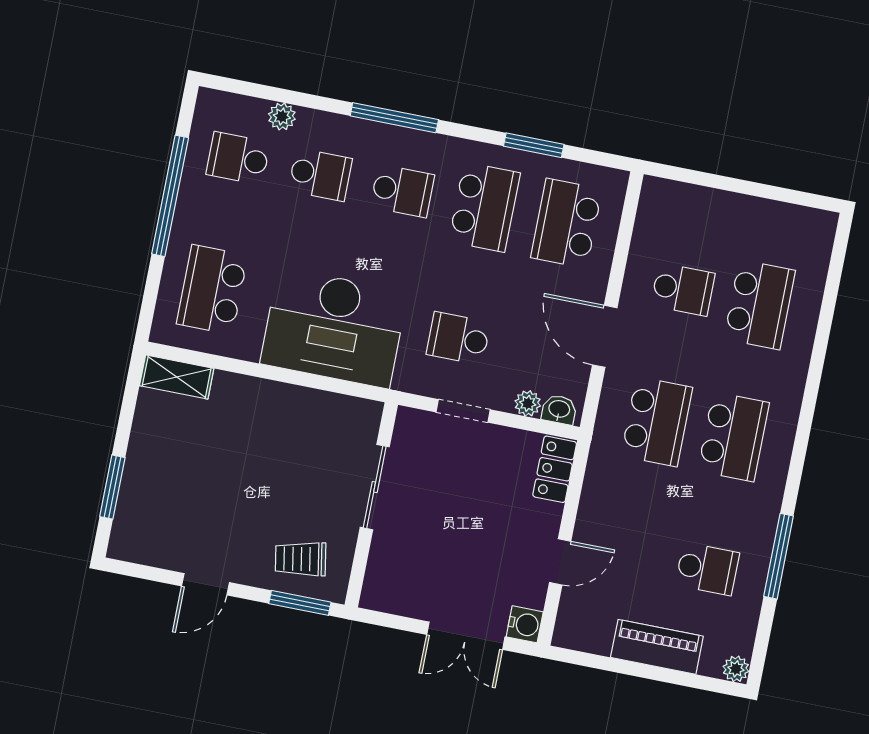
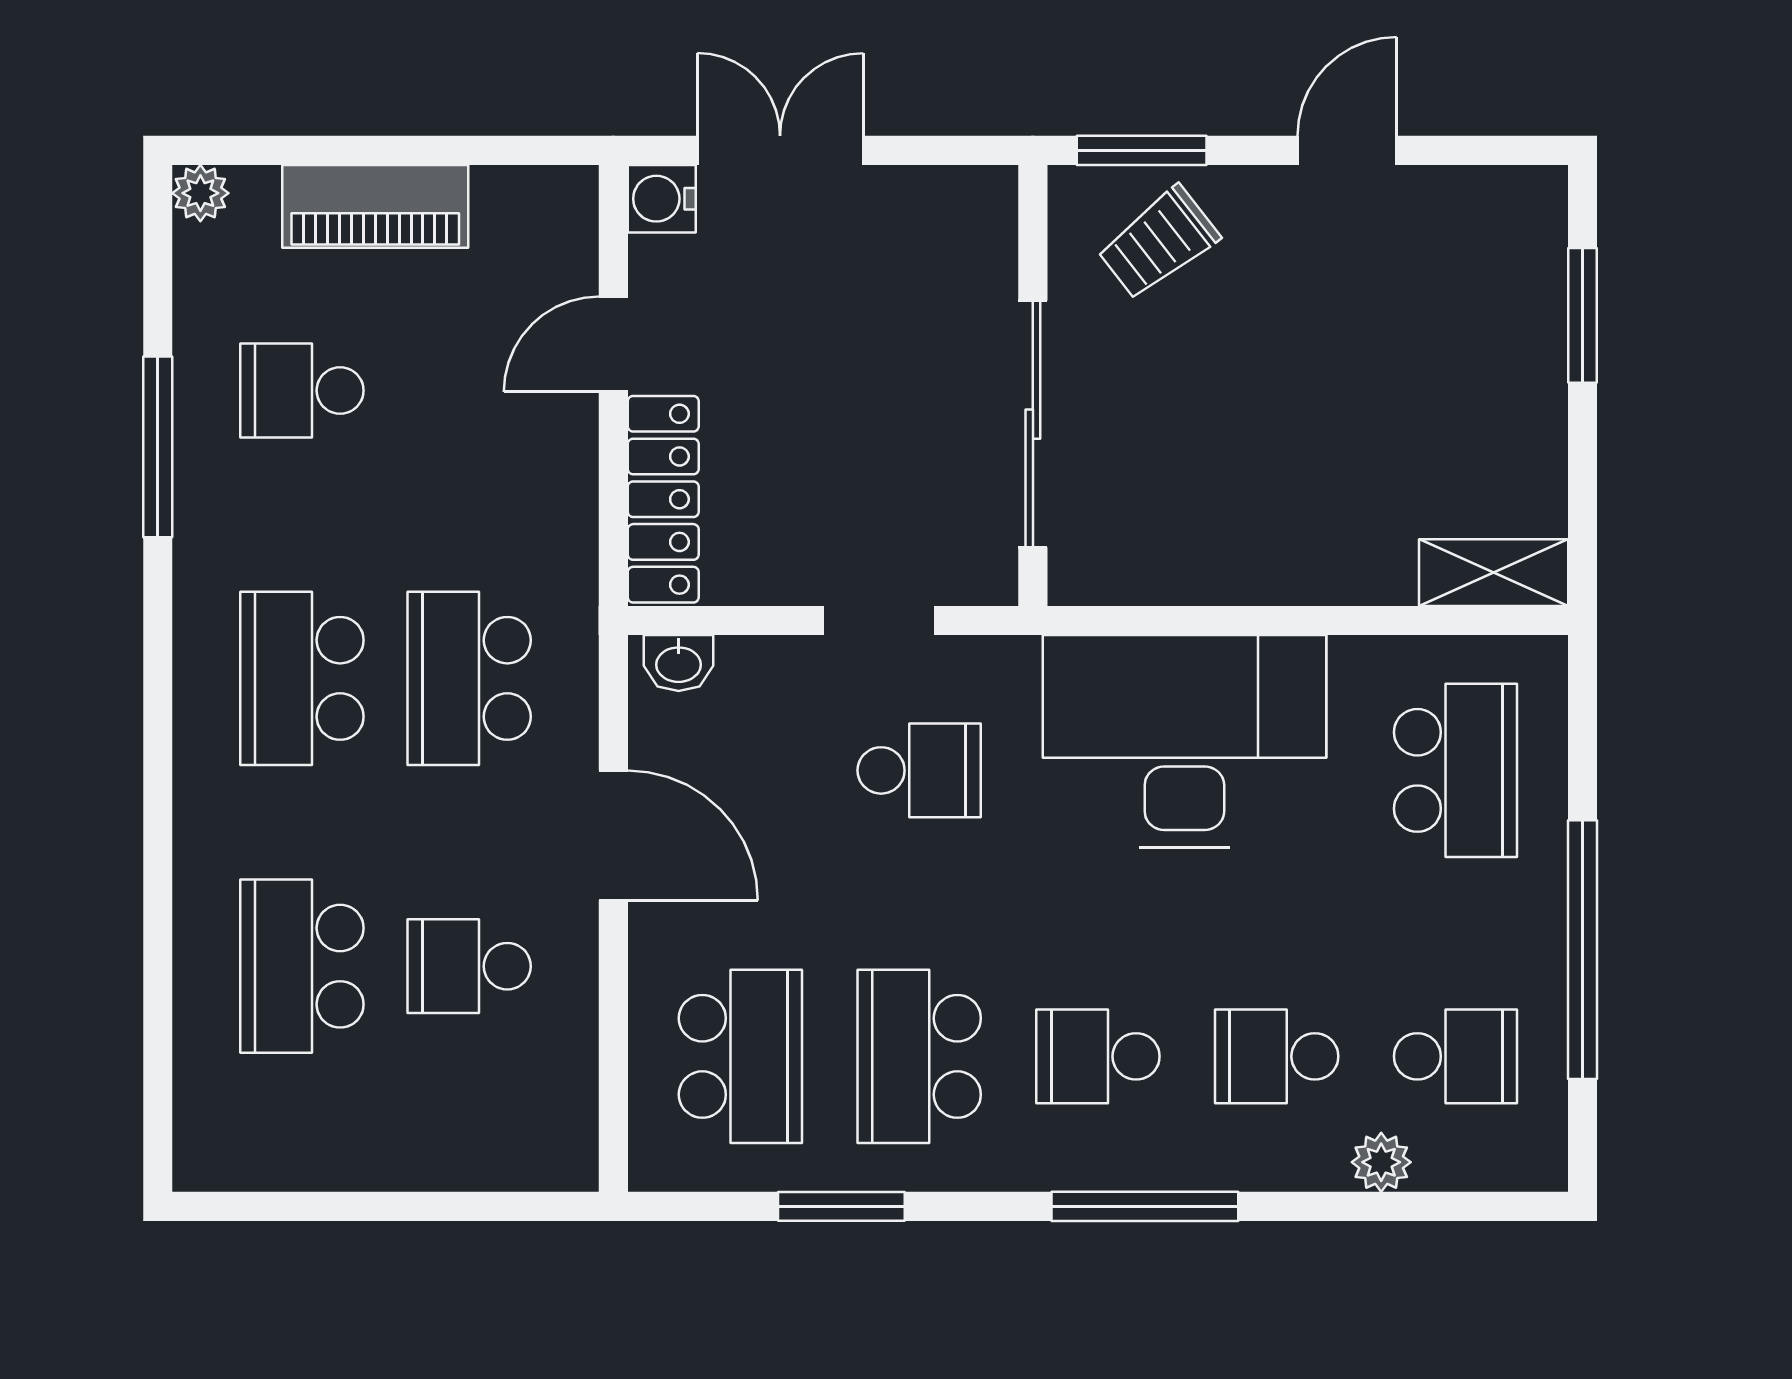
plant: (528, 403) -> (747, 663), removed
locker: (555, 469) -> (663, 499), width x1.53
sliding door: (375, 487) -> (1033, 424), width x1.37
trolley: (301, 559) -> (1158, 243), turned 152

